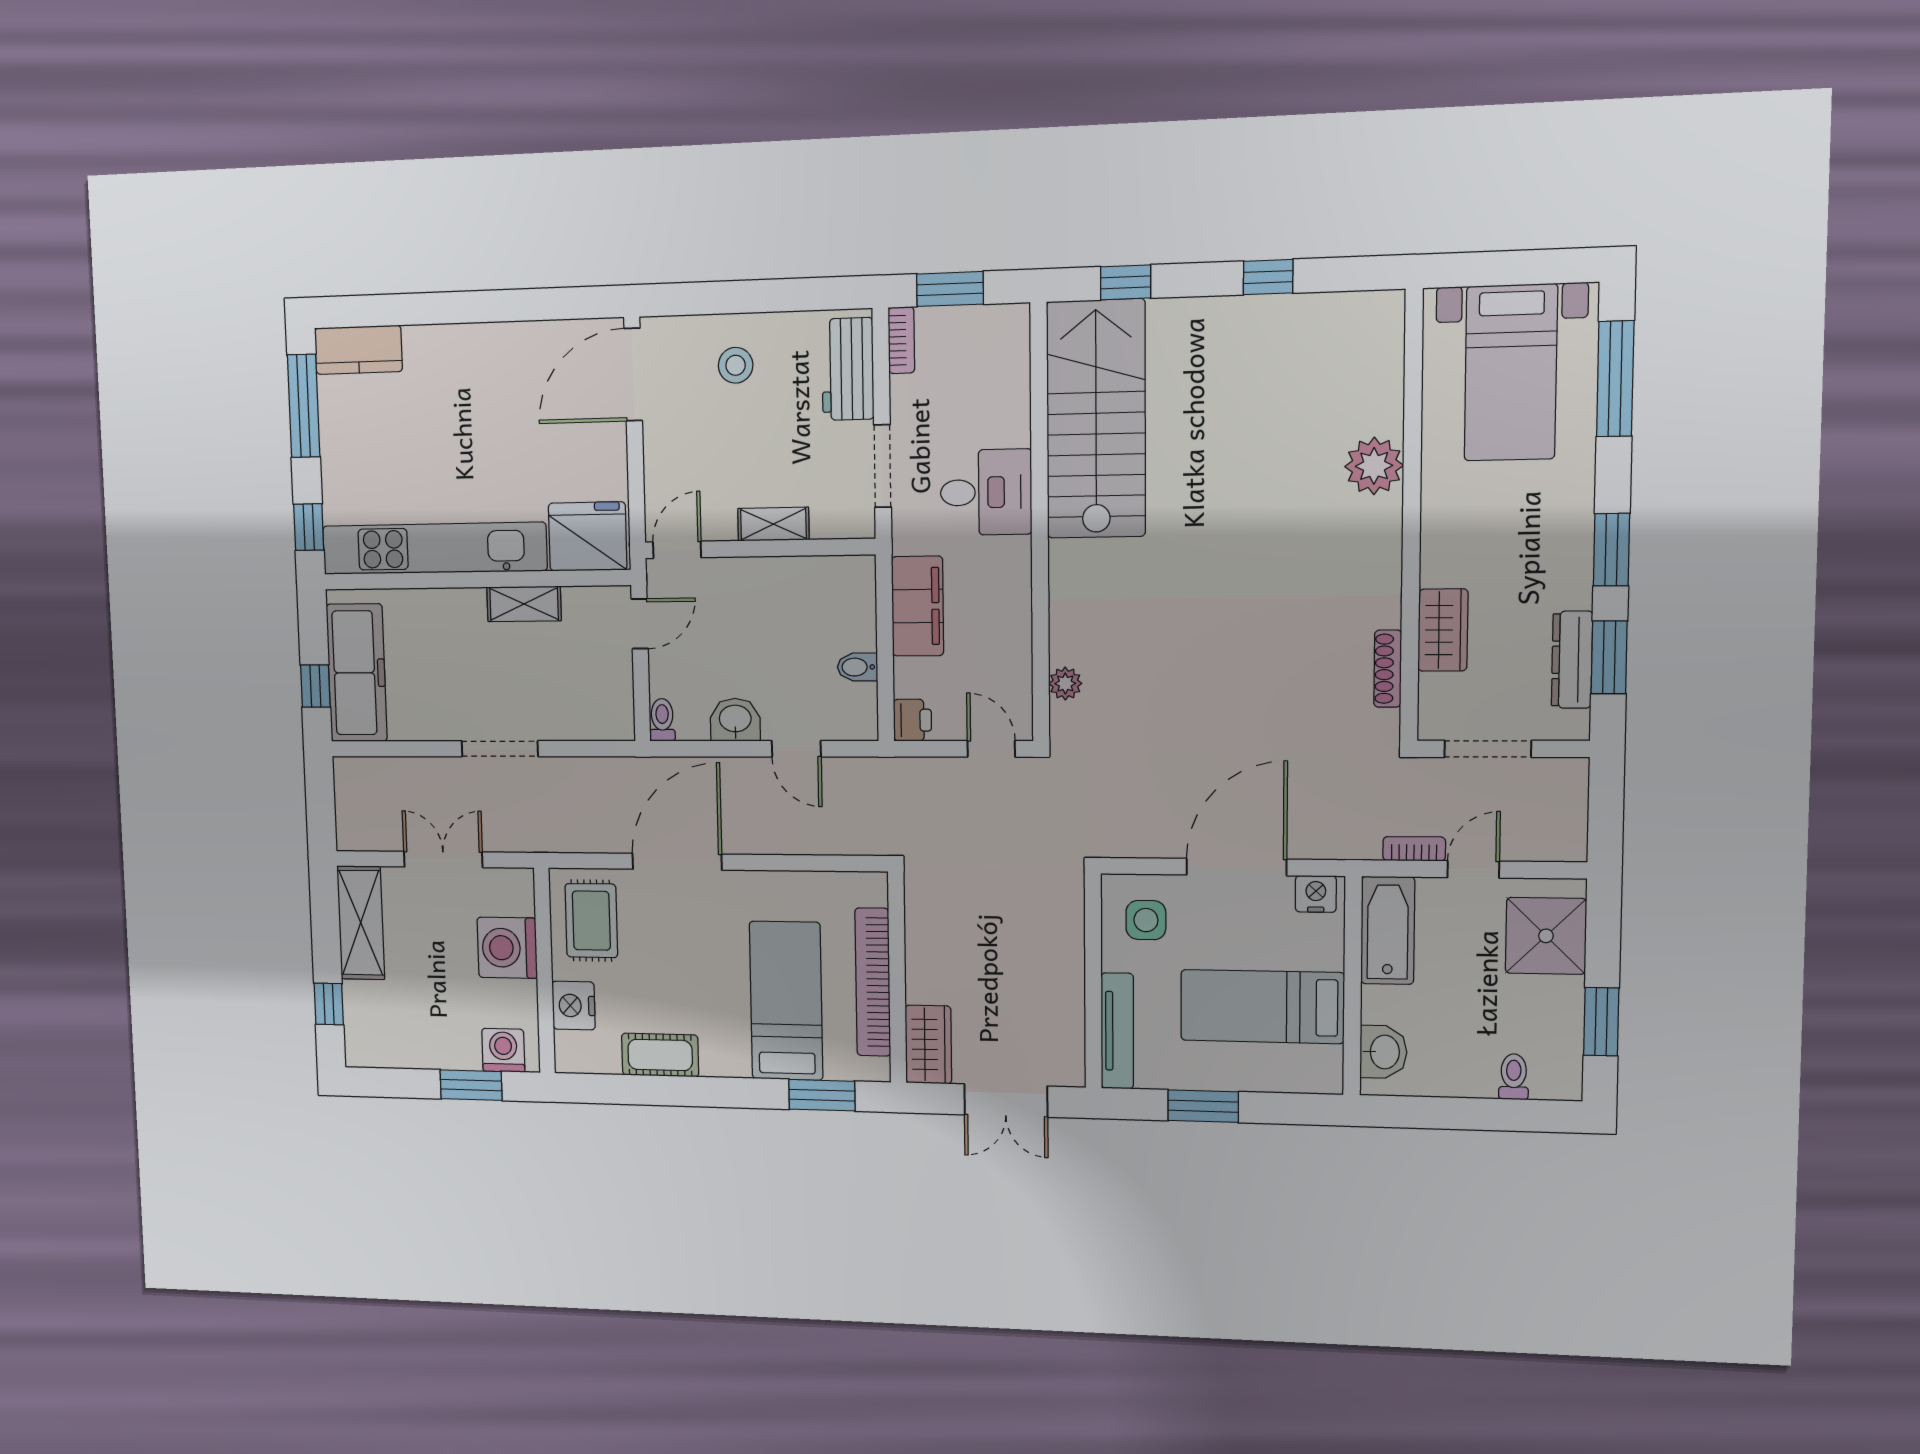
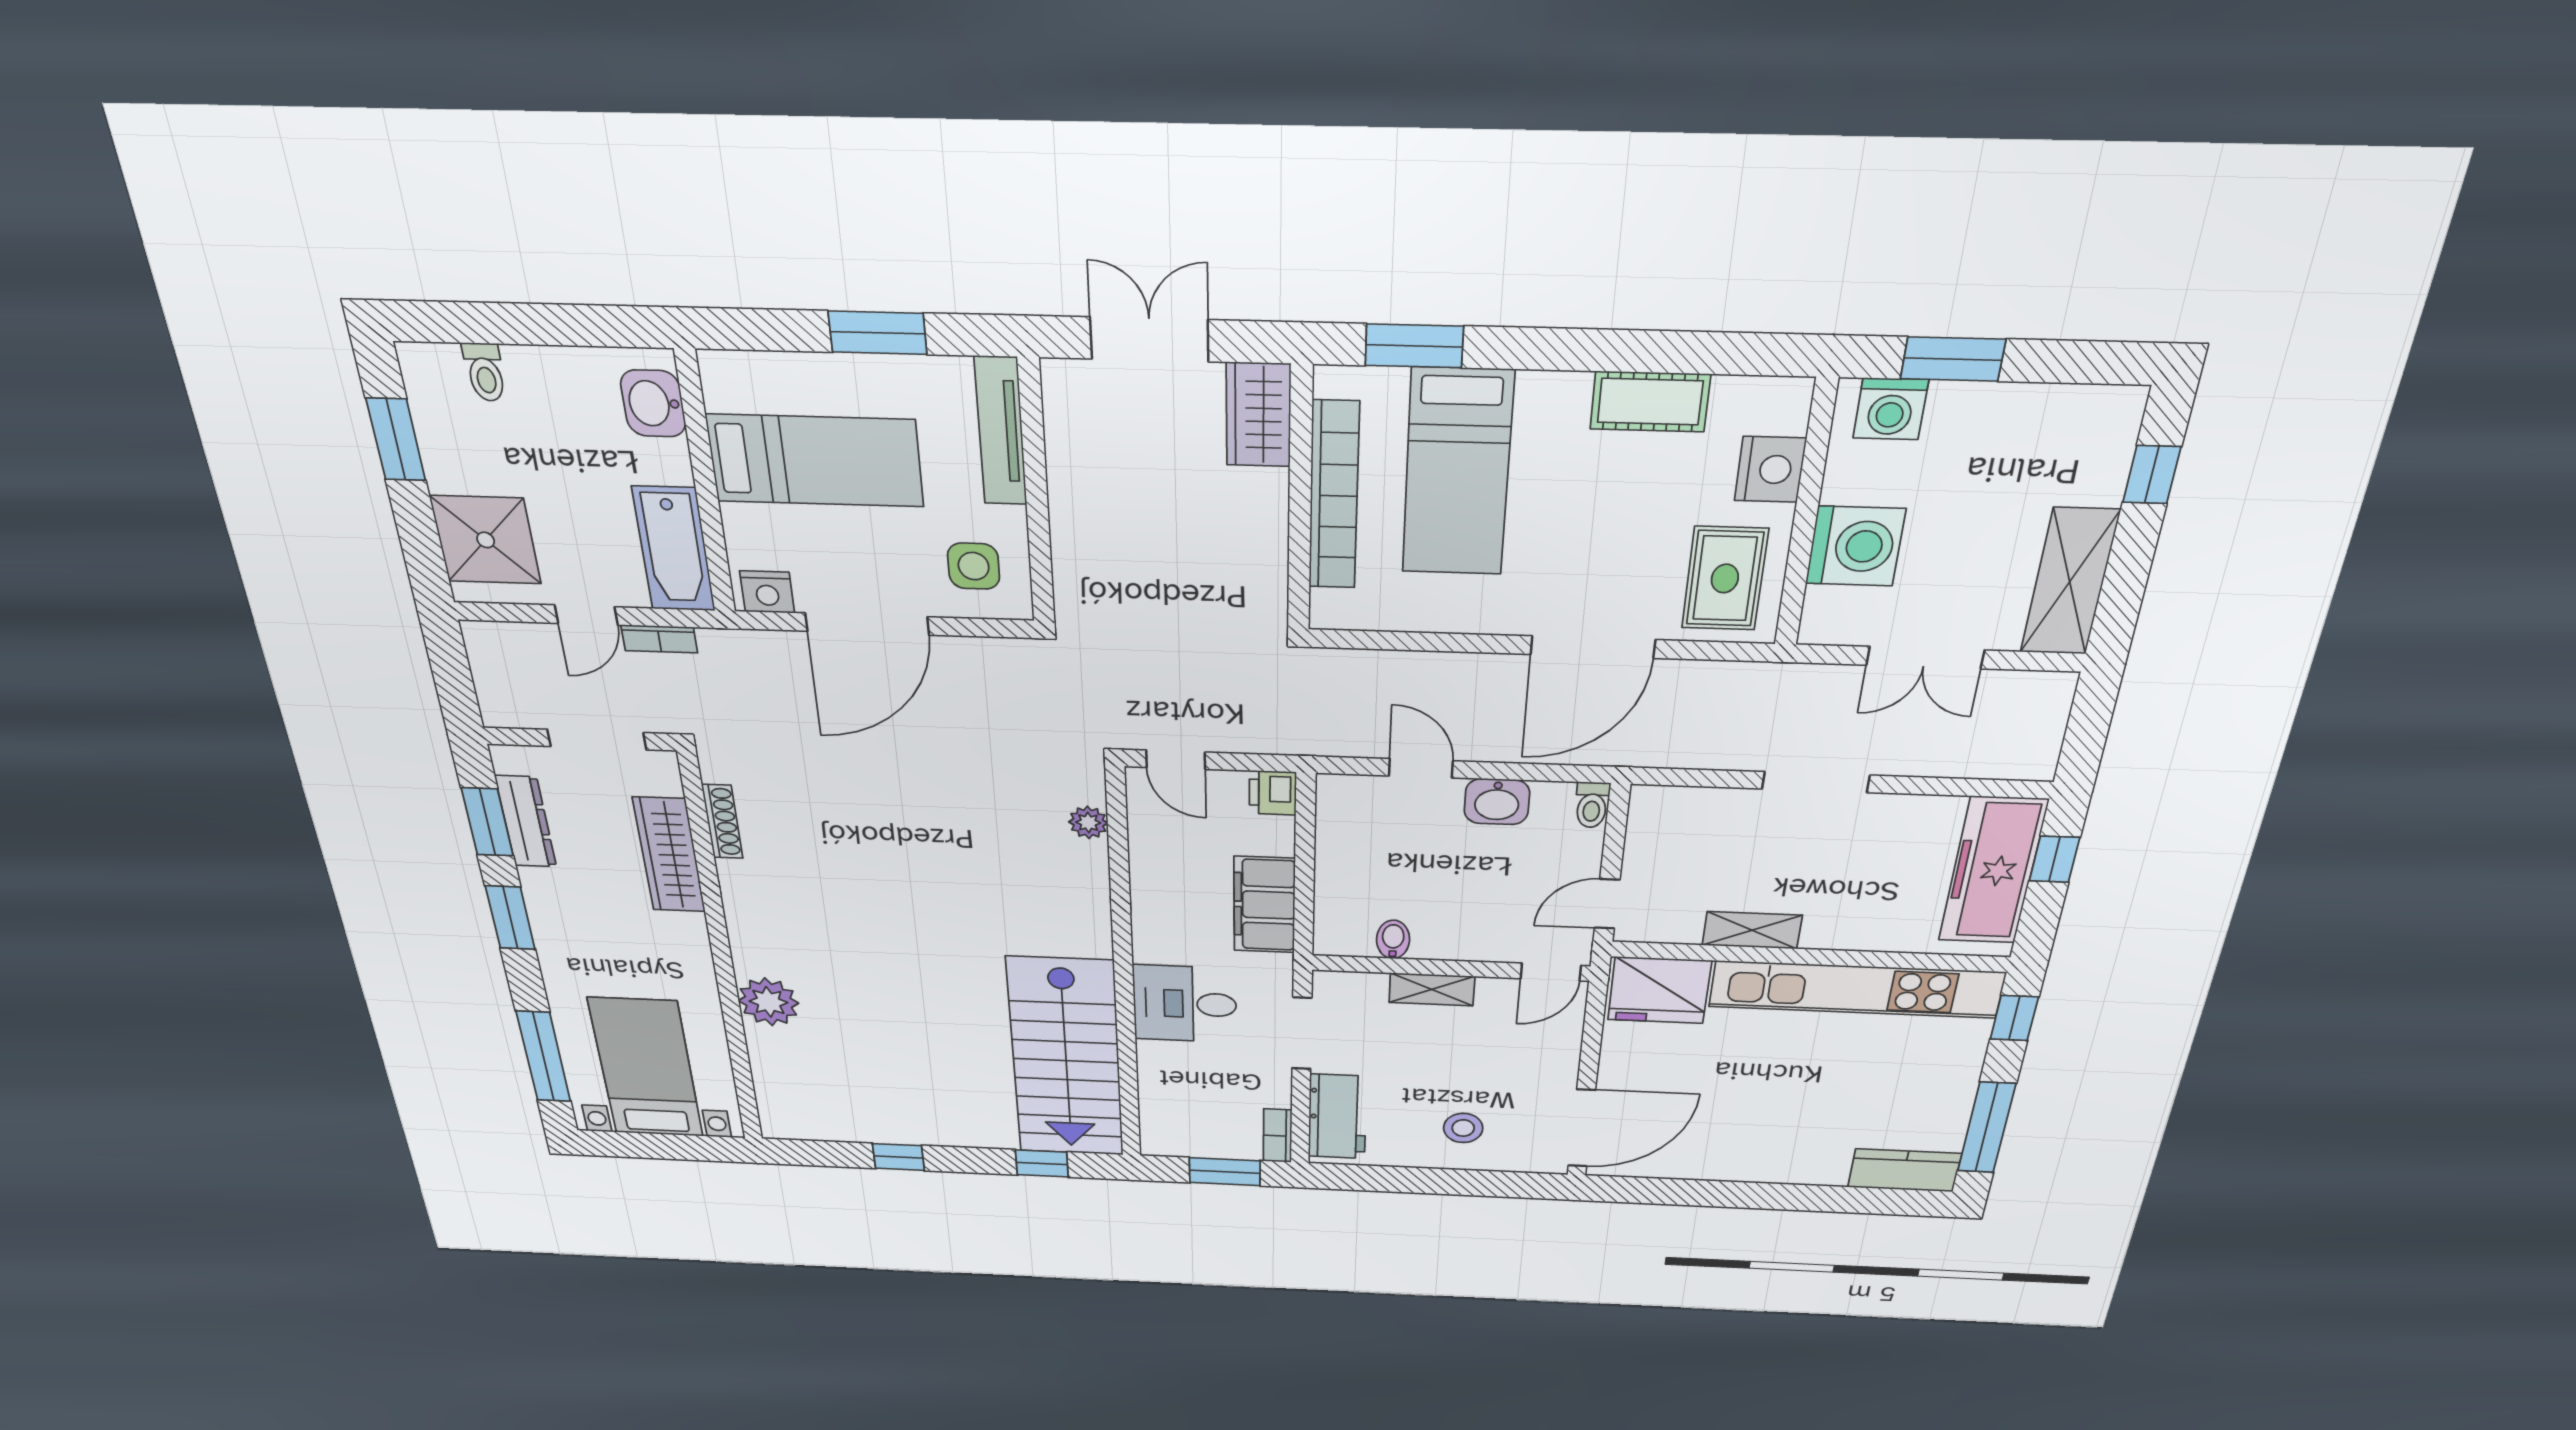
wardrobe: (1443, 630) -> (669, 855), width x1.50
bidet: (857, 667) -> (1393, 939), moved, turned -90

